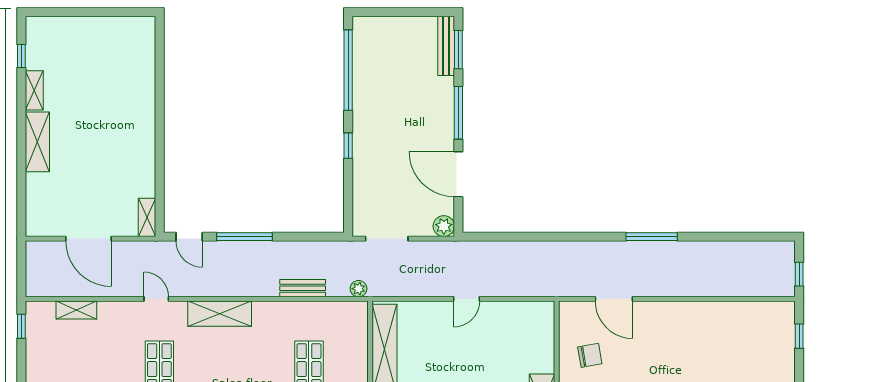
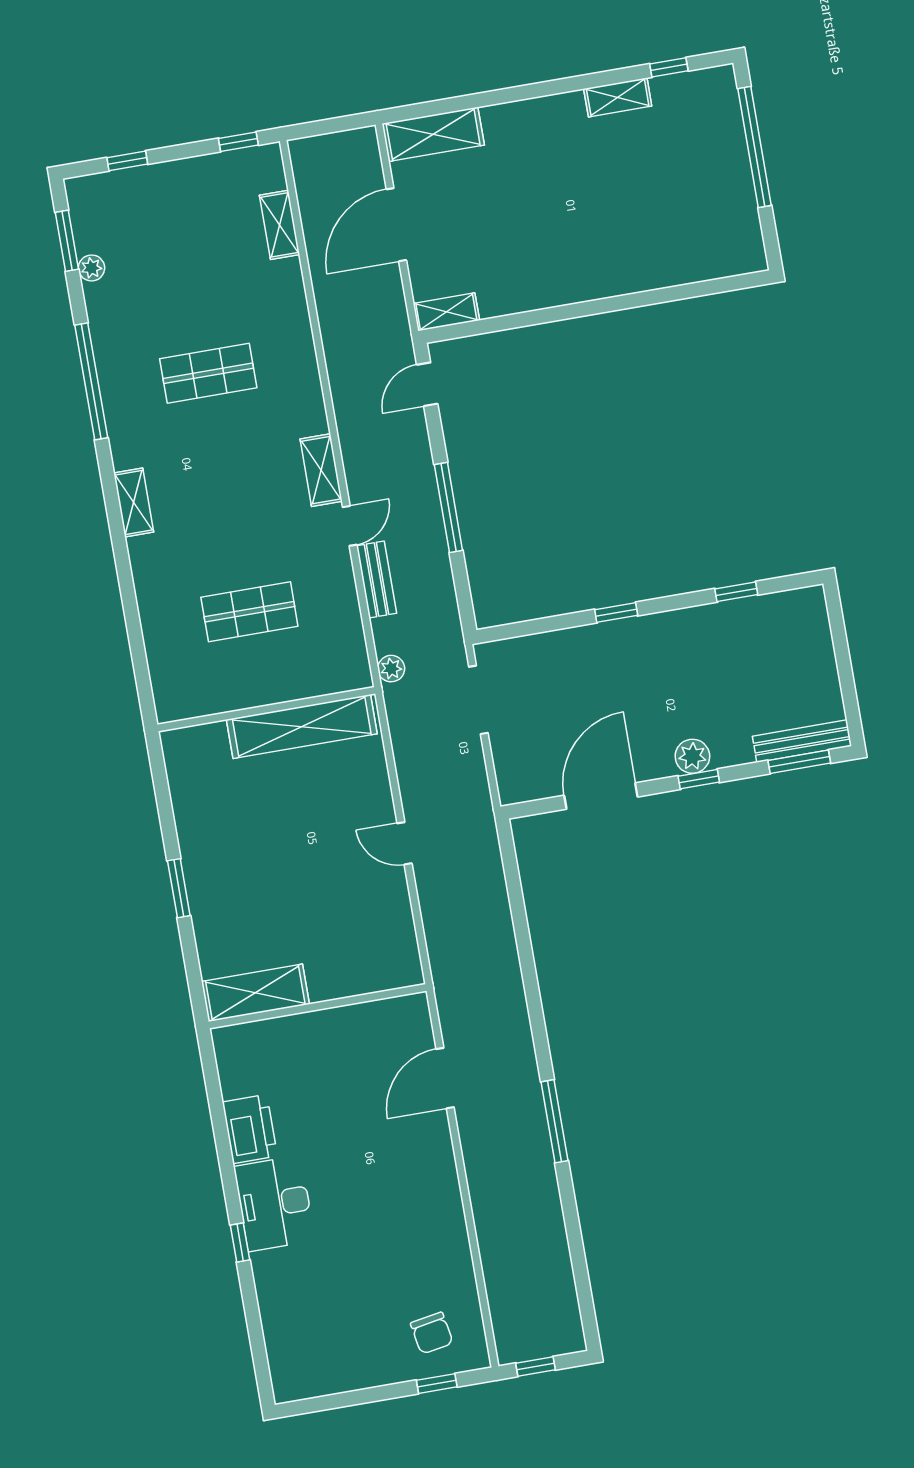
window: (79, 12) -> (755, 147), added
window: (348, 70) -> (736, 592), width x0.32
window: (458, 113) -> (699, 779), width x0.46
shelving: (37, 142) -> (433, 134), moved
plant: (444, 226) -> (692, 756), moved
window: (245, 237) -> (448, 507), moved
door: (156, 299) -> (350, 526), moved
shelving: (220, 314) -> (321, 470), width x0.67, depth x0.75
chair: (590, 355) -> (432, 1333), moved

